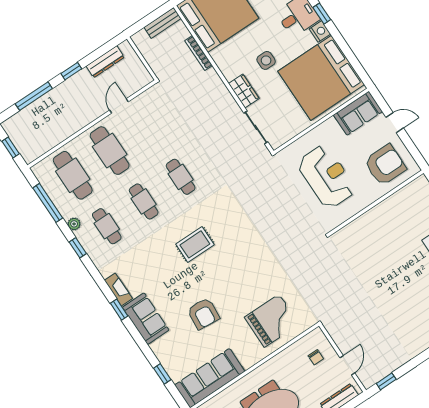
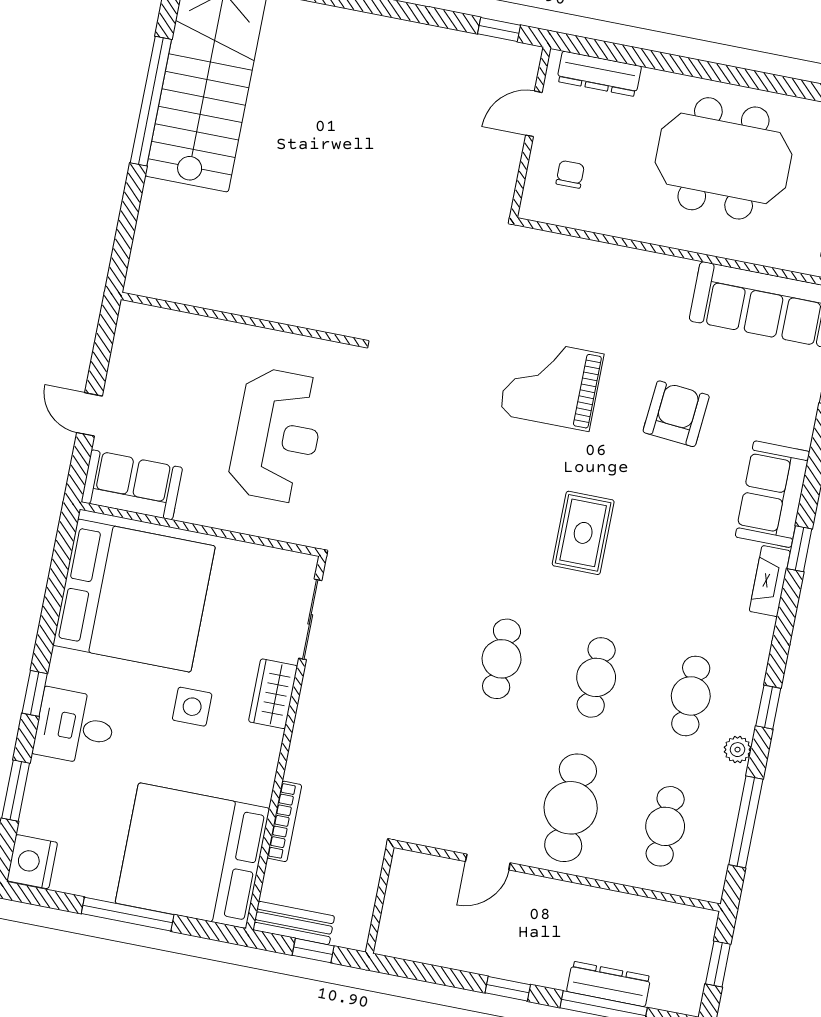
window: (147, 20) -> (313, 951), added
nightstand: (320, 31) -> (65, 669), removed
dresser: (105, 62) -> (609, 984), moved
armchair: (385, 165) -> (169, 364), removed
cafe table: (73, 175) -> (665, 826), width x0.73, depth x0.74
reception desk: (327, 177) -> (277, 436), turned 180
rug: (195, 244) -> (583, 533), turned 90
grand piano: (272, 321) -> (551, 384), moved

